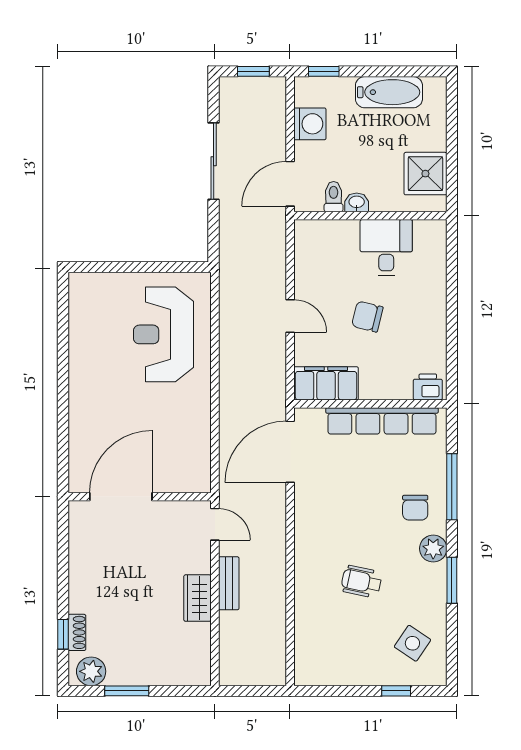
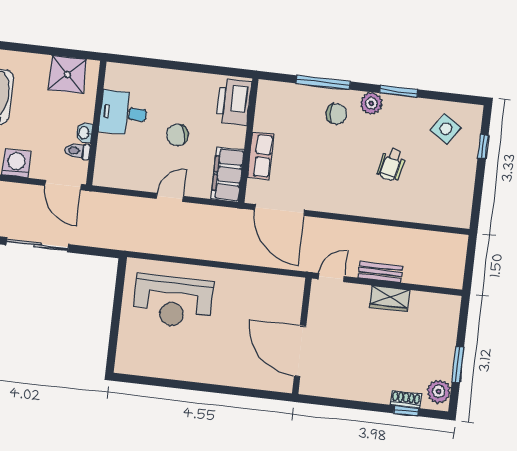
chair: (367, 317) -> (178, 135), turned 60
printer: (428, 387) -> (234, 102), width x1.87, depth x1.48
row of seats: (382, 421) -> (261, 156), width x0.50

